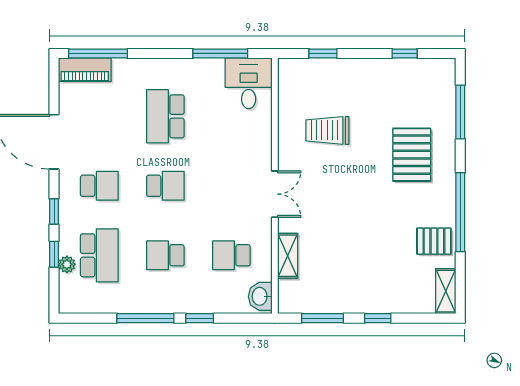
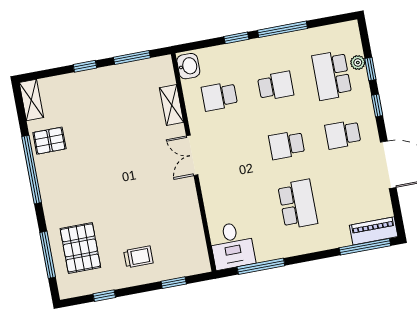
trolley: (327, 130) -> (138, 257), moved, width x0.73, depth x0.72
pallet: (412, 155) -> (80, 248), moved
school desk: (231, 255) -> (219, 96), turned 180

